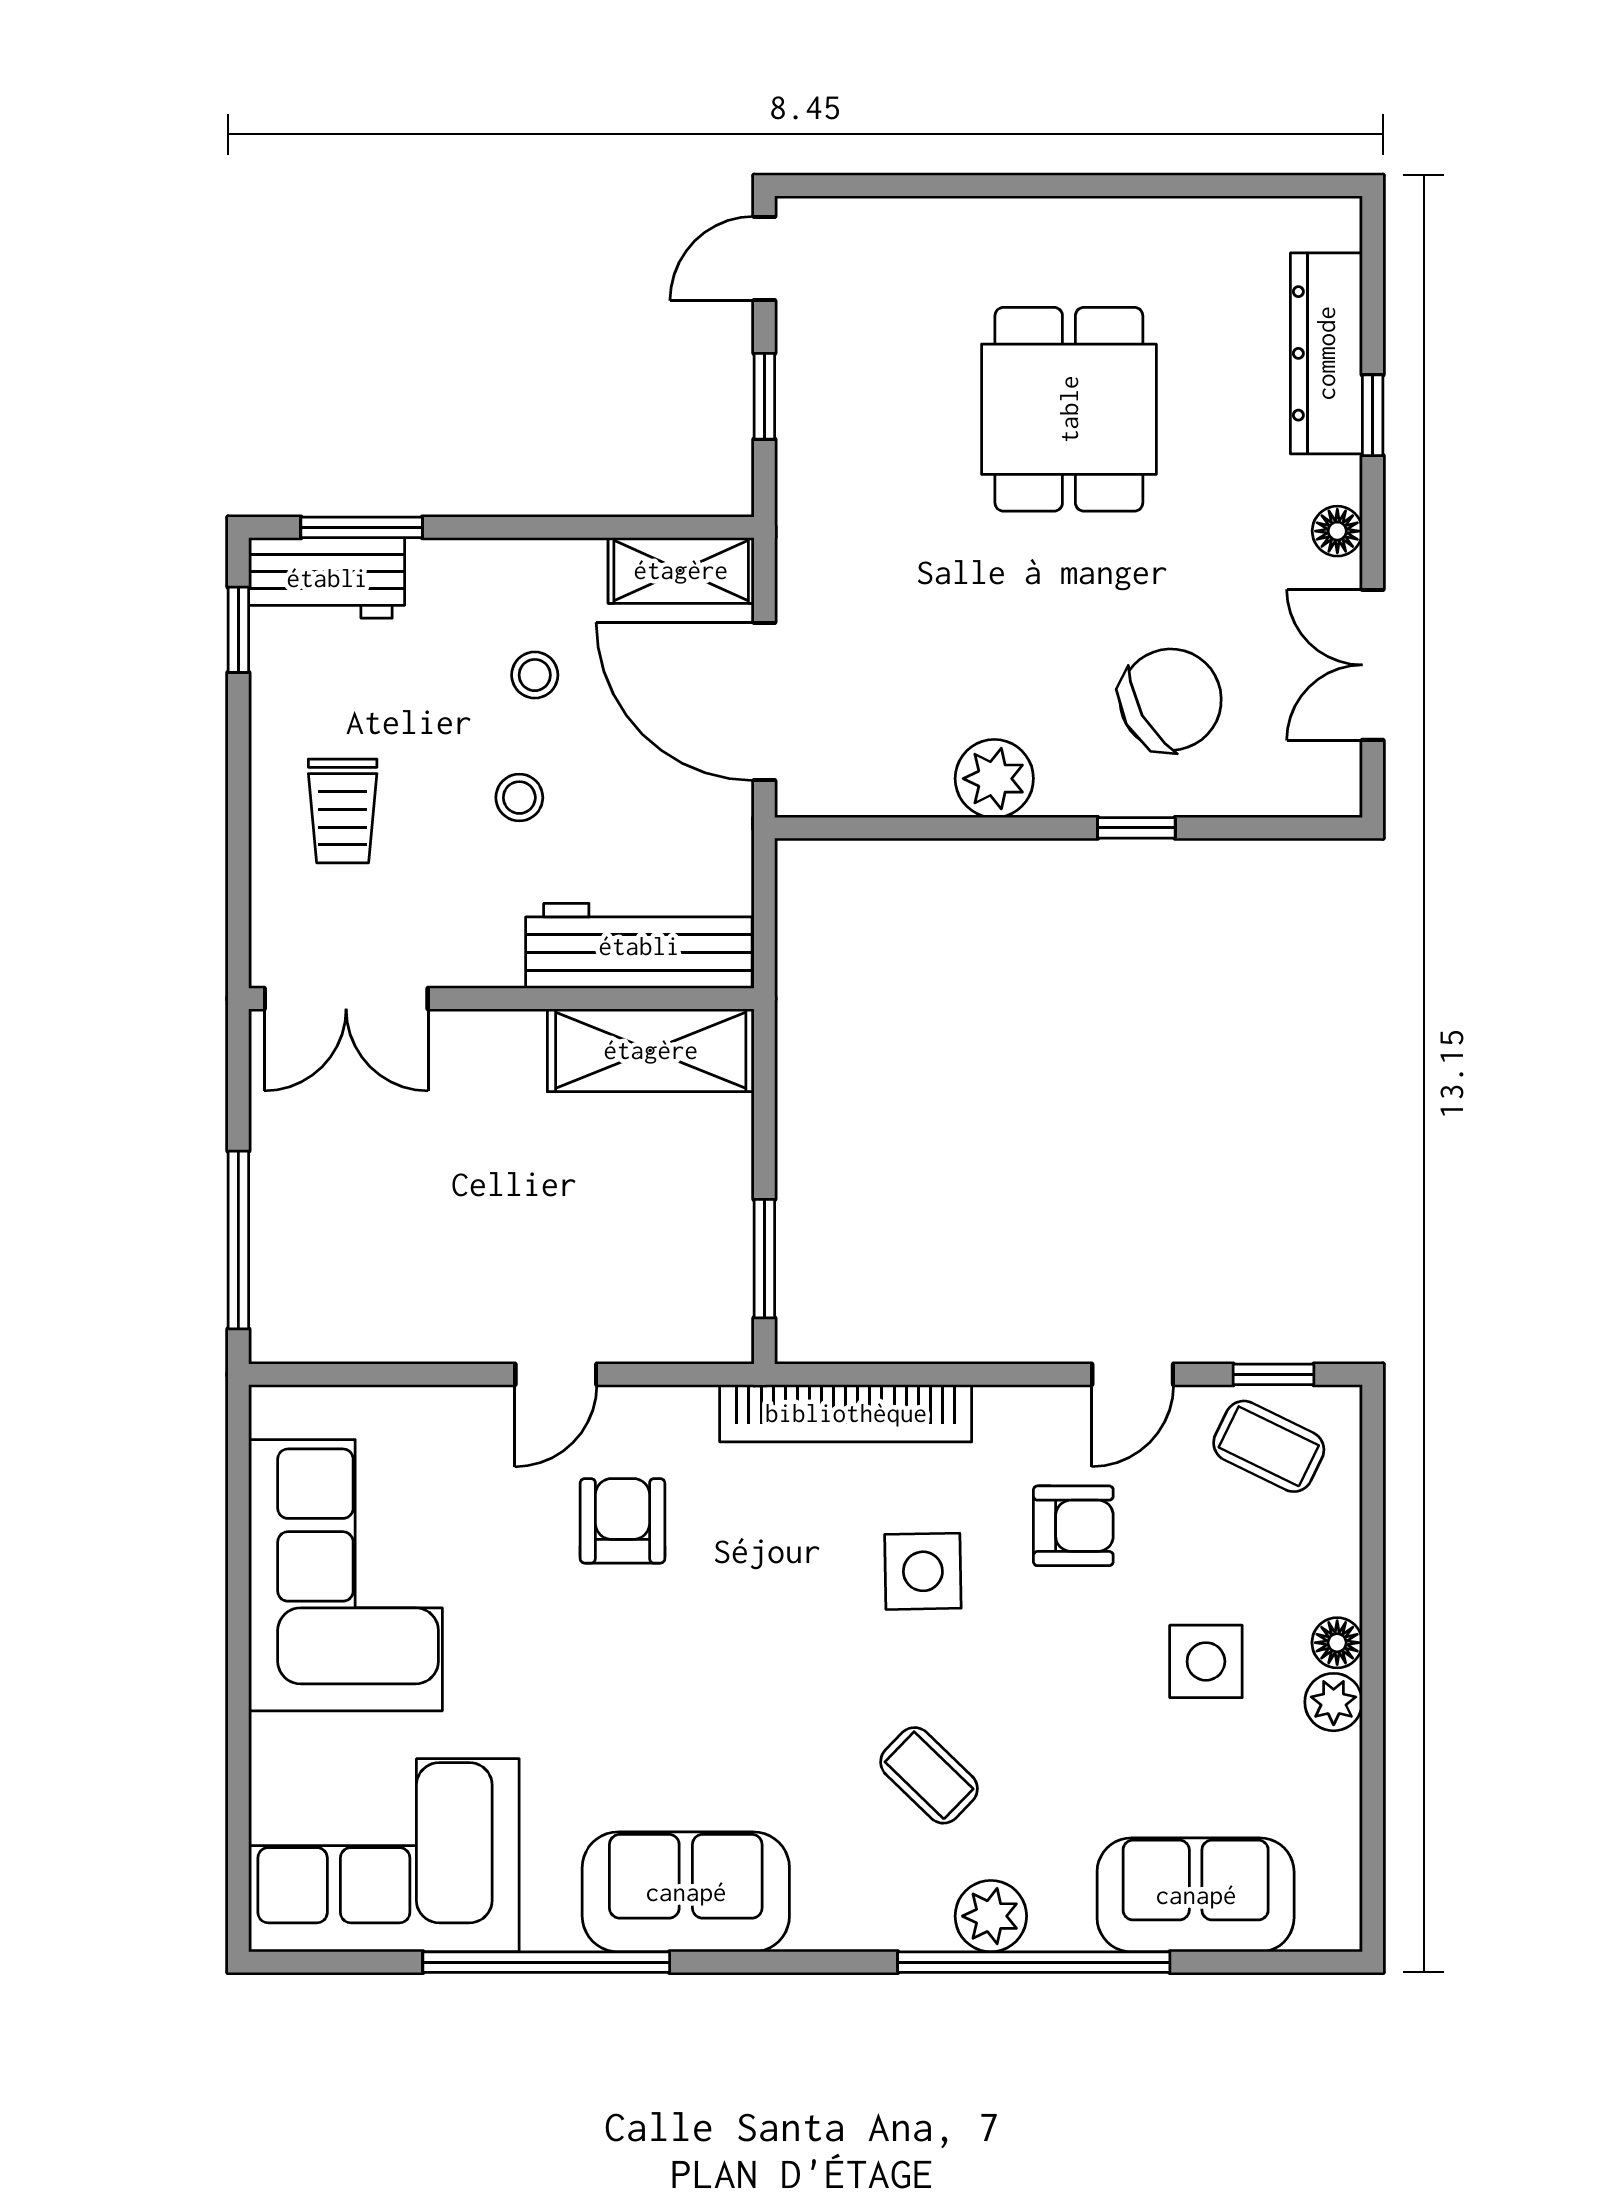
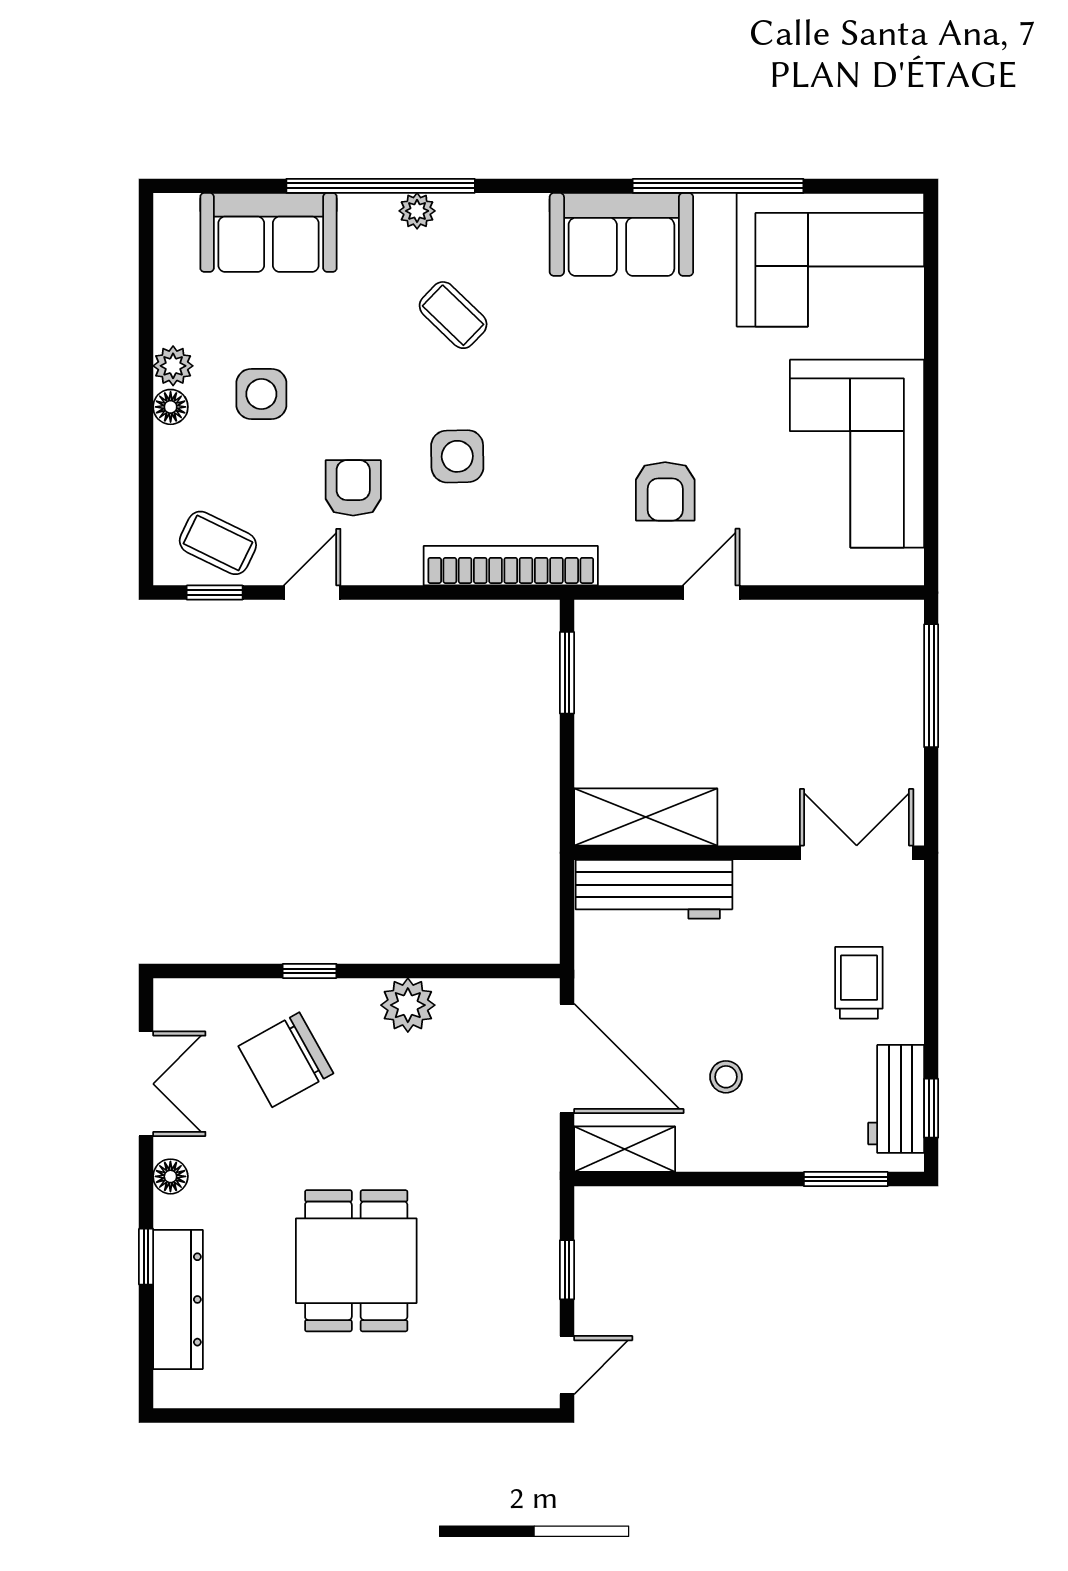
workbench: (327, 578) -> (896, 1099), moved, turned -90
stool: (519, 798) -> (737, 992), removed
armchair: (1073, 1526) -> (353, 488), turned 90
plant: (991, 1916) -> (417, 211), width x0.73, depth x0.73

